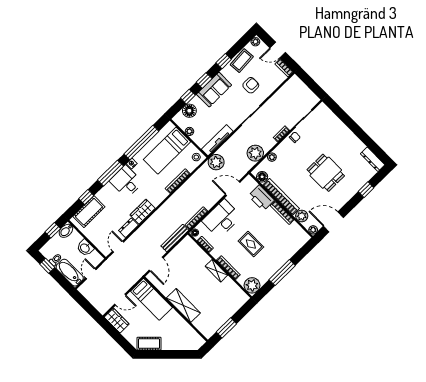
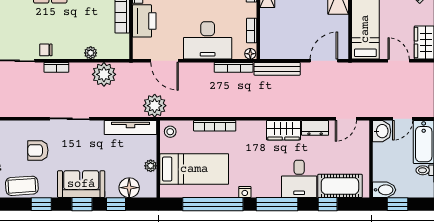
floor lamp: (262, 177) -> (121, 42), removed
desk: (126, 182) -> (299, 179), moved
washbasin: (85, 248) -> (382, 131), moved

